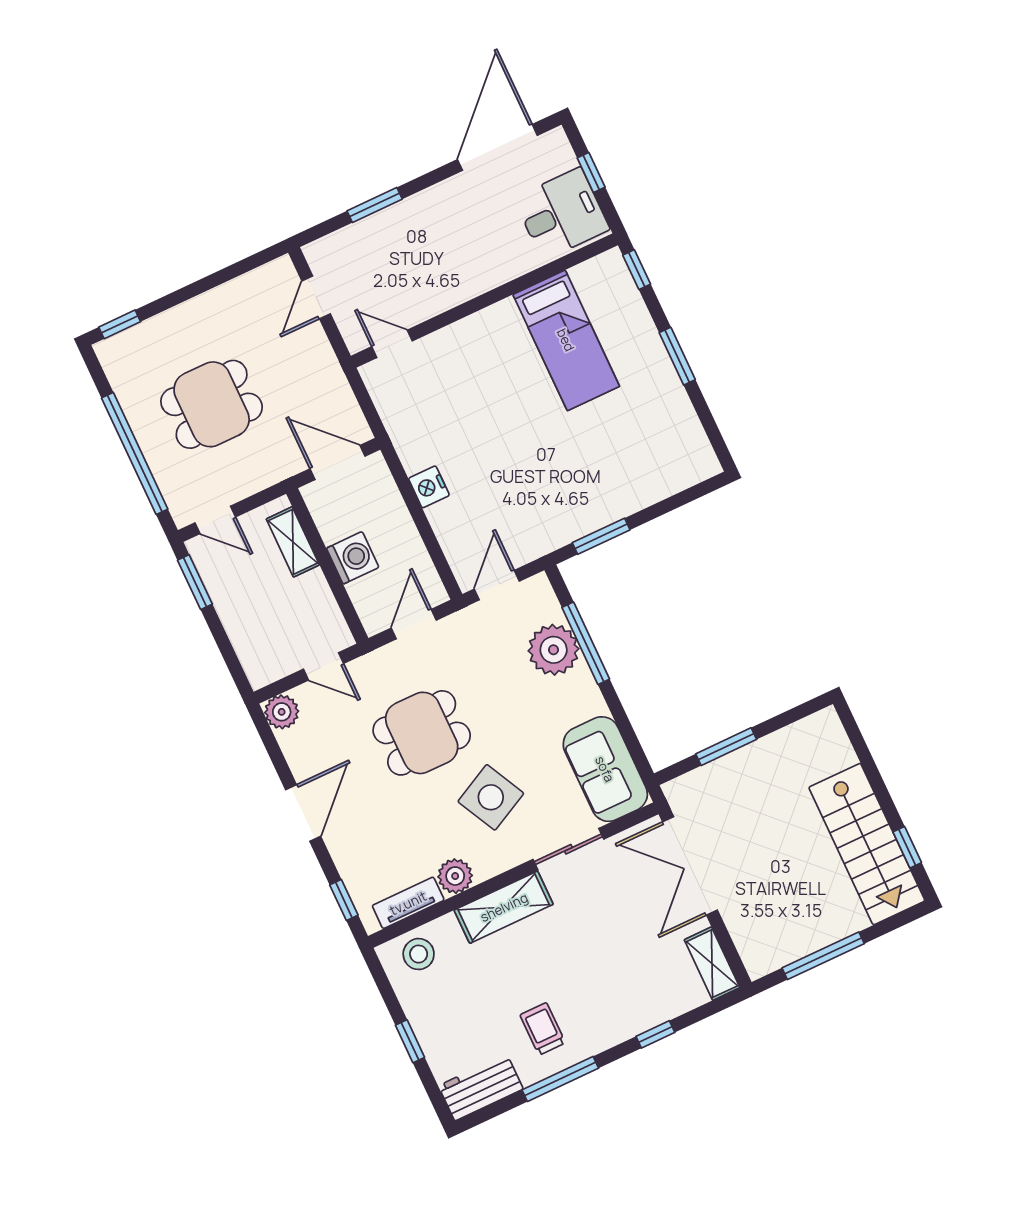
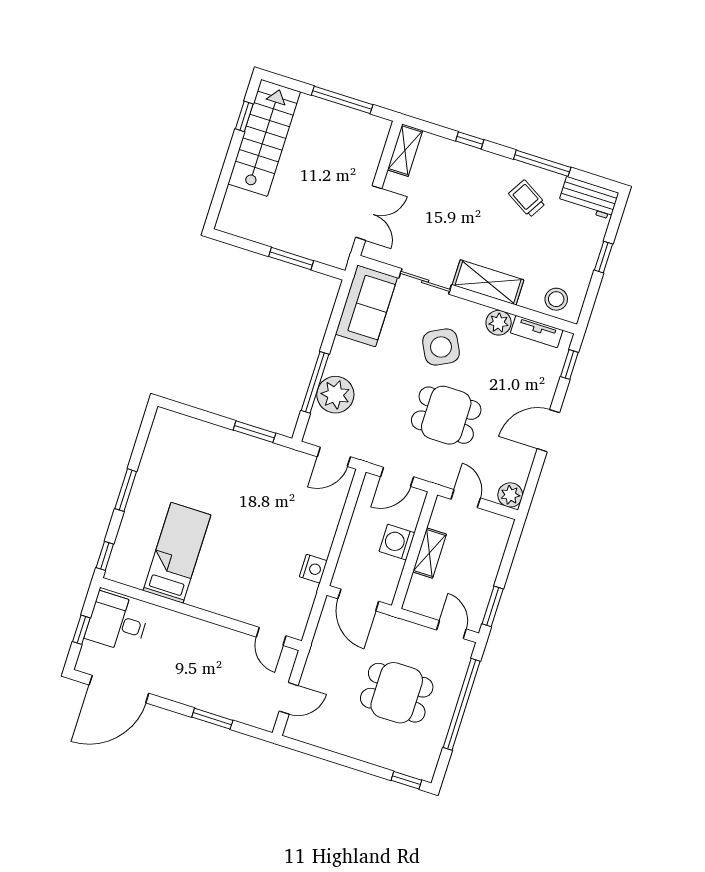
nightstand: (429, 487) -> (313, 569), moved
shelving: (293, 542) -> (429, 553), moved
double door: (690, 866) -> (369, 213), width x0.73
trolley: (543, 1029) -> (527, 199), turned 121

